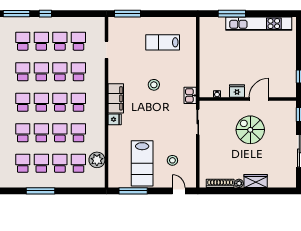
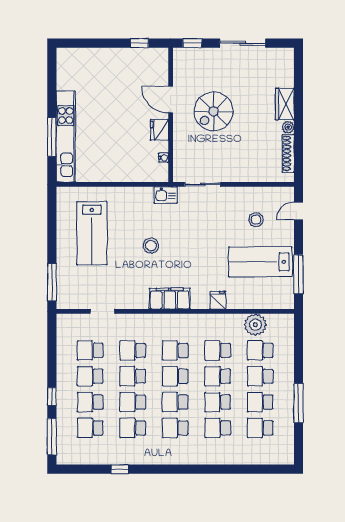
kitchen unit: (259, 24) -> (66, 137), moved
lab bench: (163, 42) -> (92, 233), width x1.36, depth x1.39
fridge: (115, 119) -> (218, 300), moved
lab bench: (142, 163) -> (260, 262), turned 180

